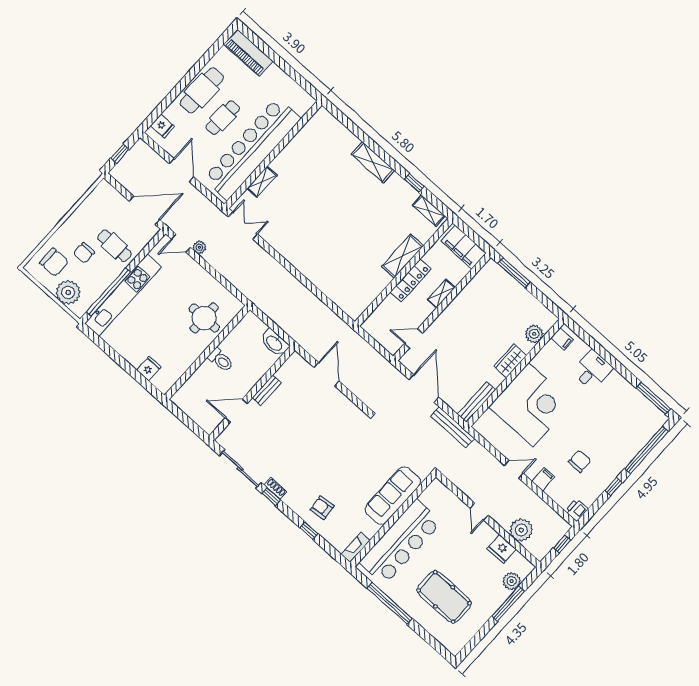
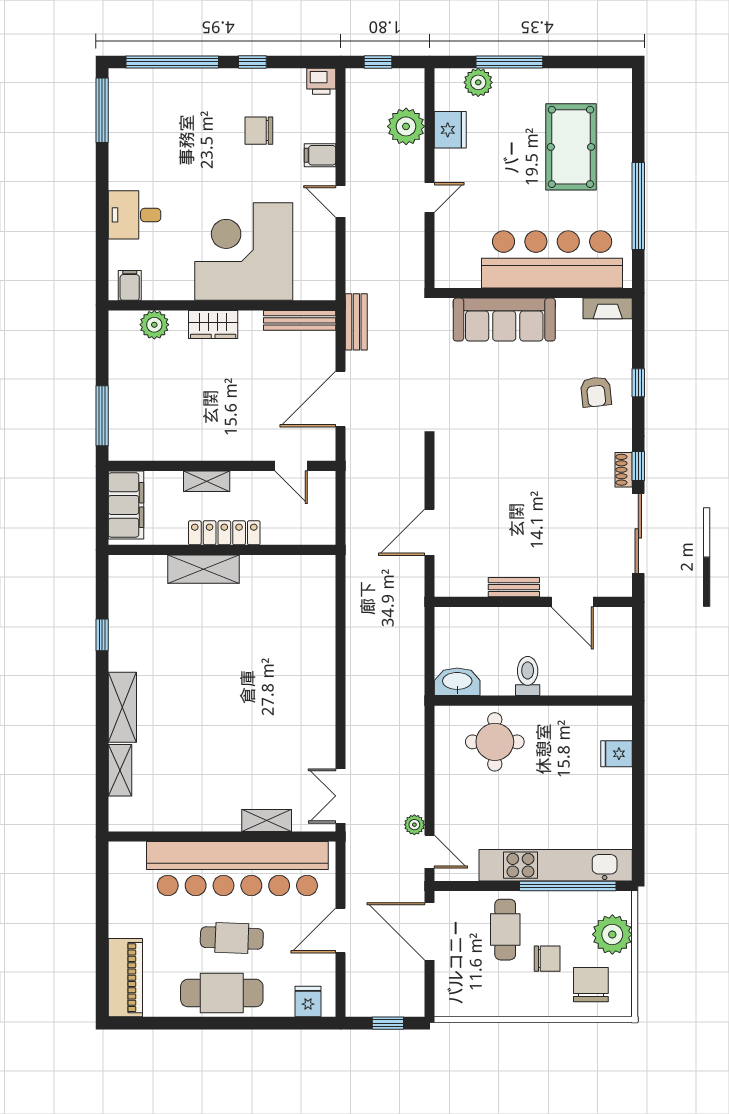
shelving: (429, 211) -> (120, 770), moved
washbasin: (274, 343) -> (457, 682), moved, turned -90
bench: (452, 427) -> (356, 322), width x0.73

